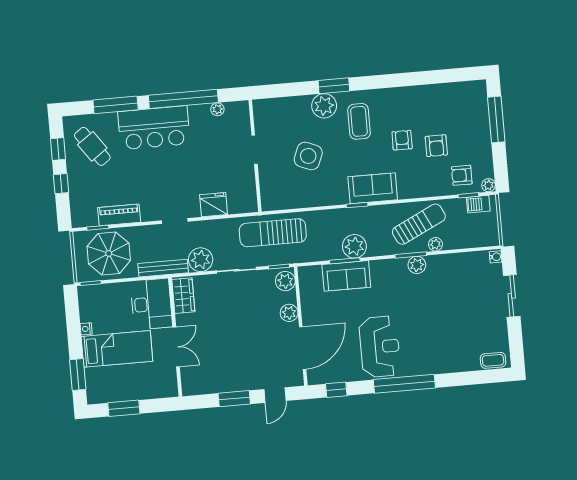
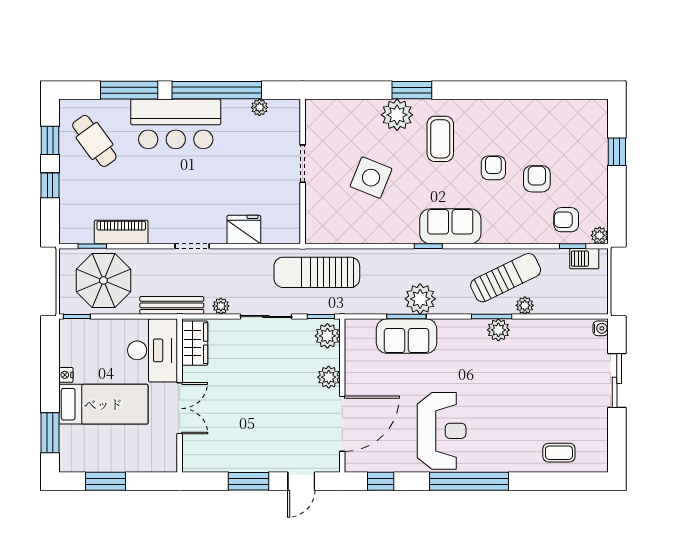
window: (496, 120) -> (617, 152), width x0.46
armchair: (436, 146) -> (537, 179), turned 180
plant: (201, 260) -> (221, 306), width x0.53, depth x0.53
coffee table: (493, 360) -> (559, 453), moved

